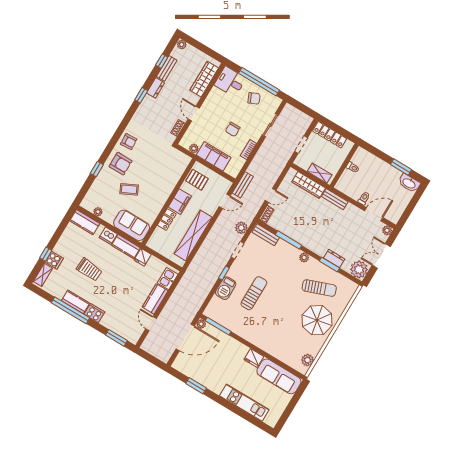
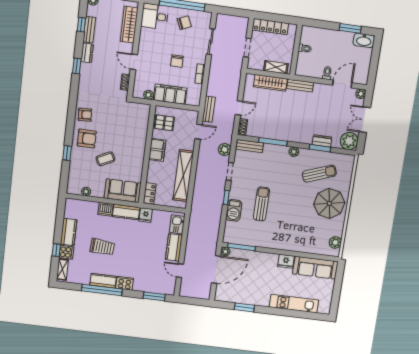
locker: (167, 220) -> (150, 193), moved
kitchen counter: (85, 222) -> (69, 232), moved, turned -90

